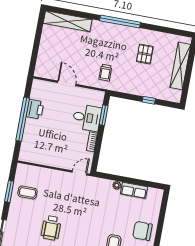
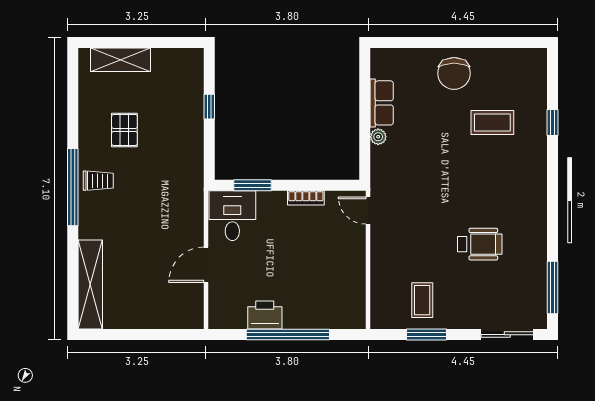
pallet: (145, 54) -> (124, 130), turned 90
shelving: (180, 66) -> (120, 60), width x0.68
trolley: (105, 73) -> (98, 181), moved
desk: (87, 118) -> (232, 216), moved

